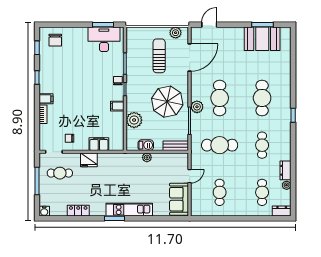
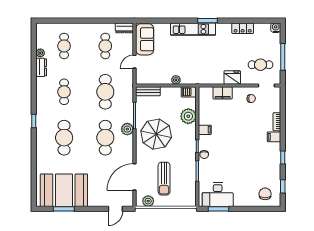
booth: (262, 39) -> (64, 190), width x1.36, depth x1.42
barbecue: (146, 145) -> (189, 92), moved
cafe table: (220, 145) -> (105, 92), turned 90
dresser: (282, 211) -> (124, 28), moved

